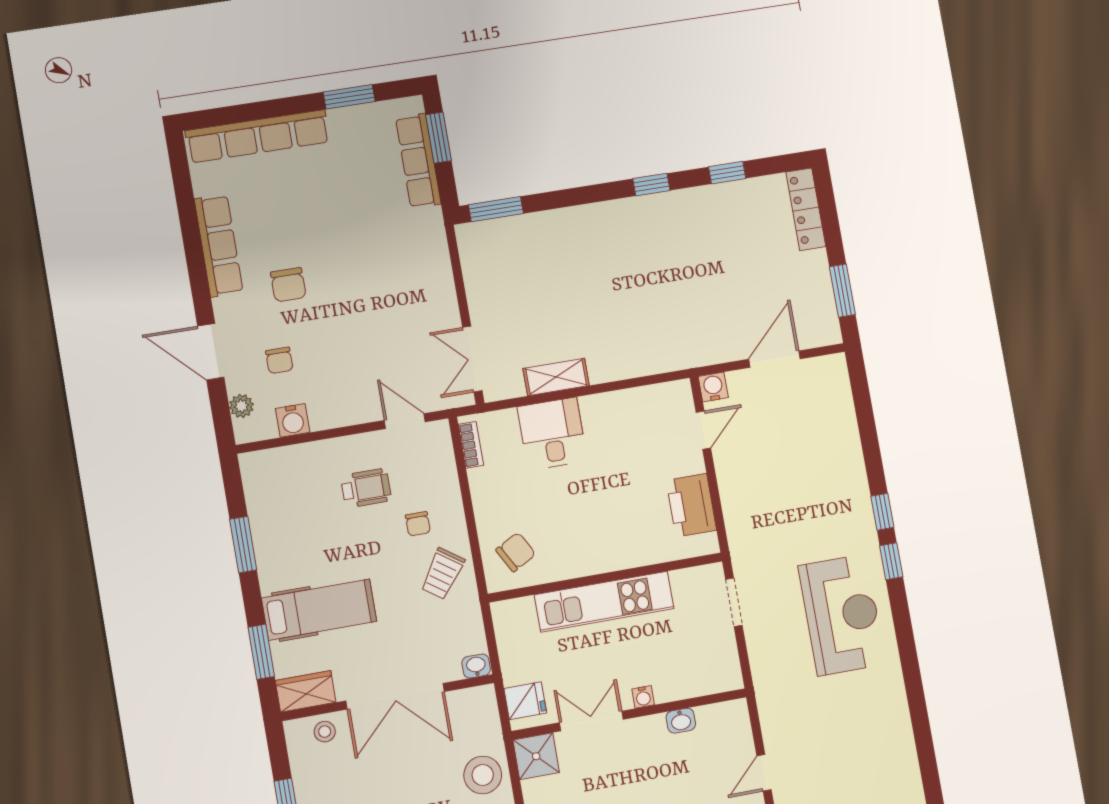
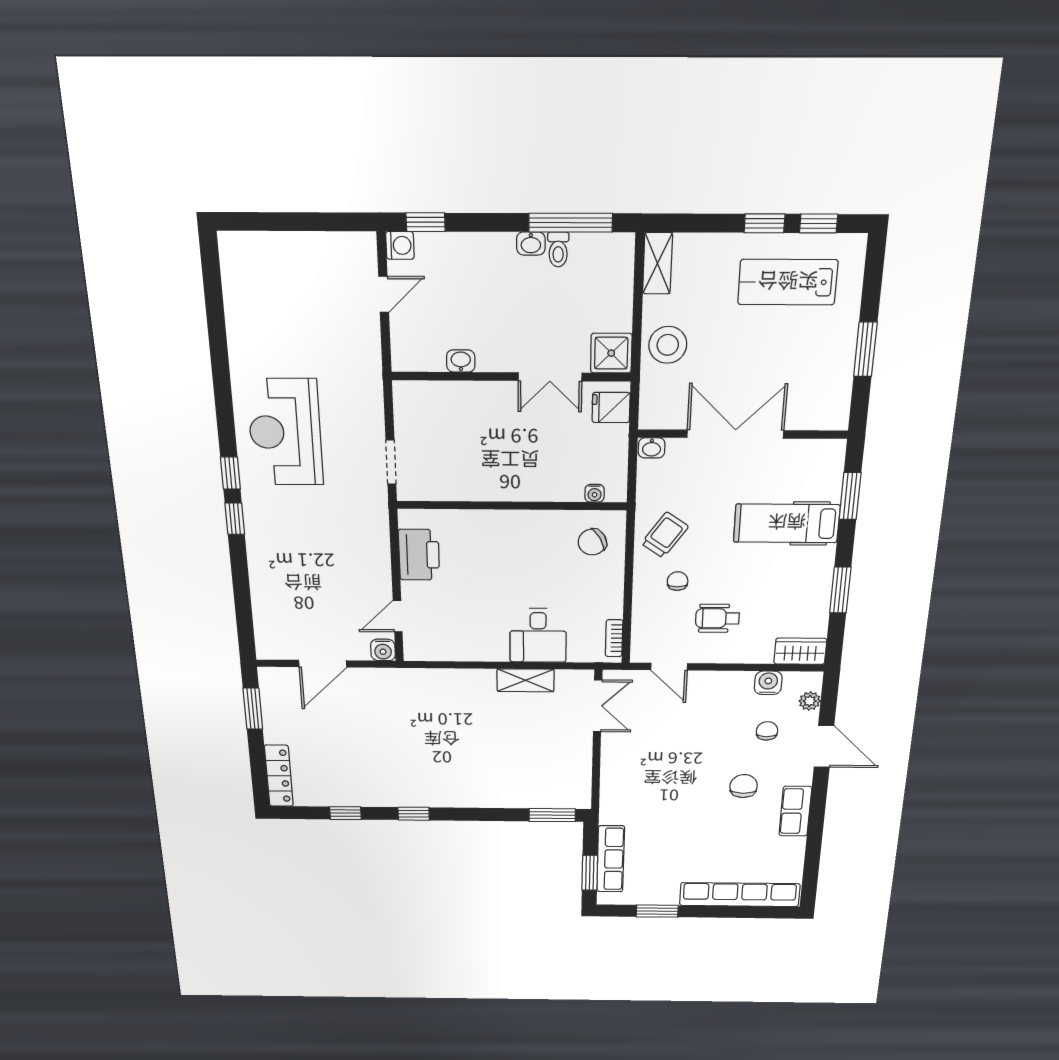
row of seats: (219, 246) -> (795, 811), width x0.68
kitchen unit: (604, 602) -> (517, 484), removed
wardrobe: (306, 691) -> (800, 651), moved, turned 180
water cooler: (643, 697) -> (595, 493), moved, turned 180
stool: (325, 732) -> (810, 414), removed

